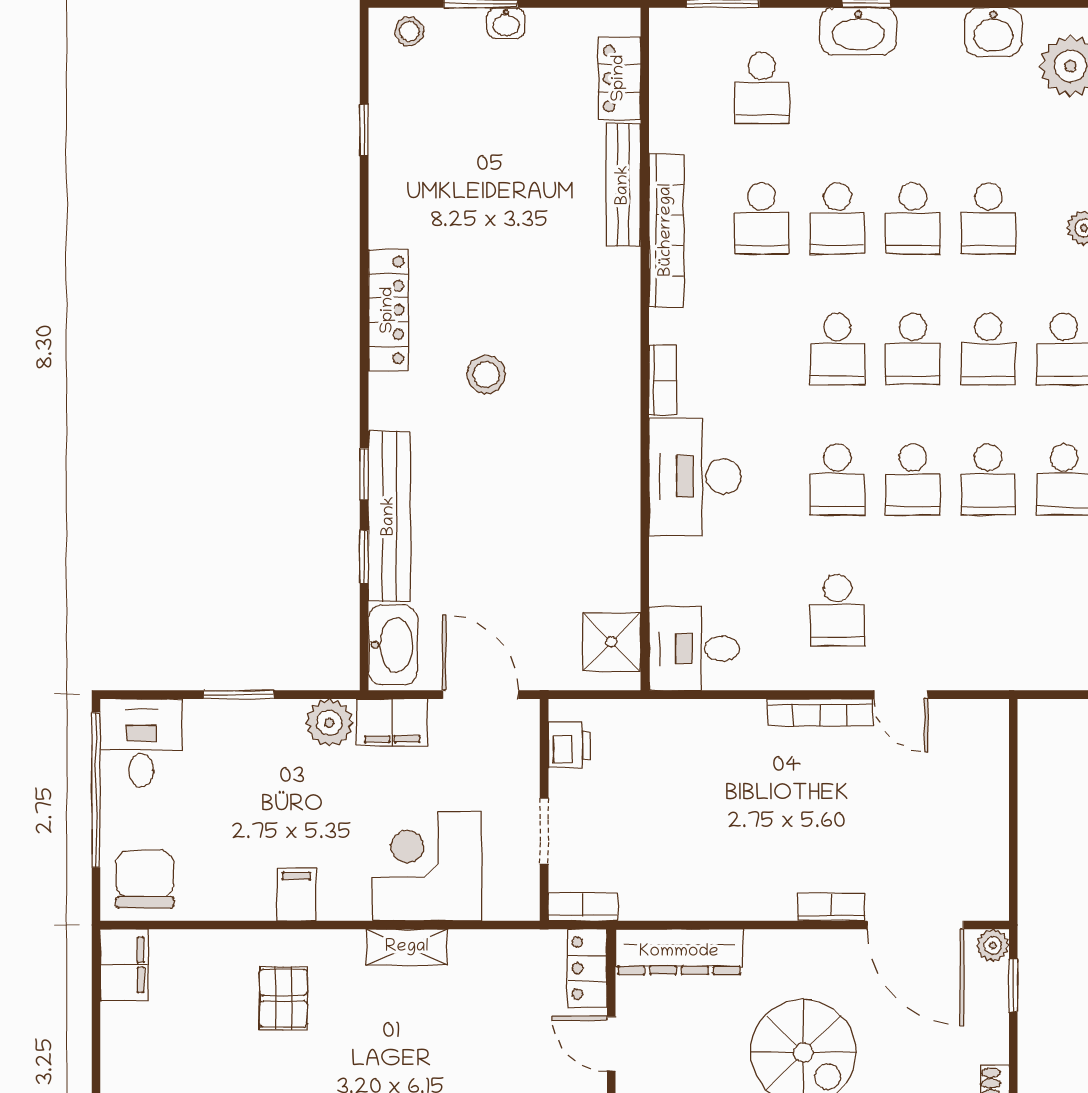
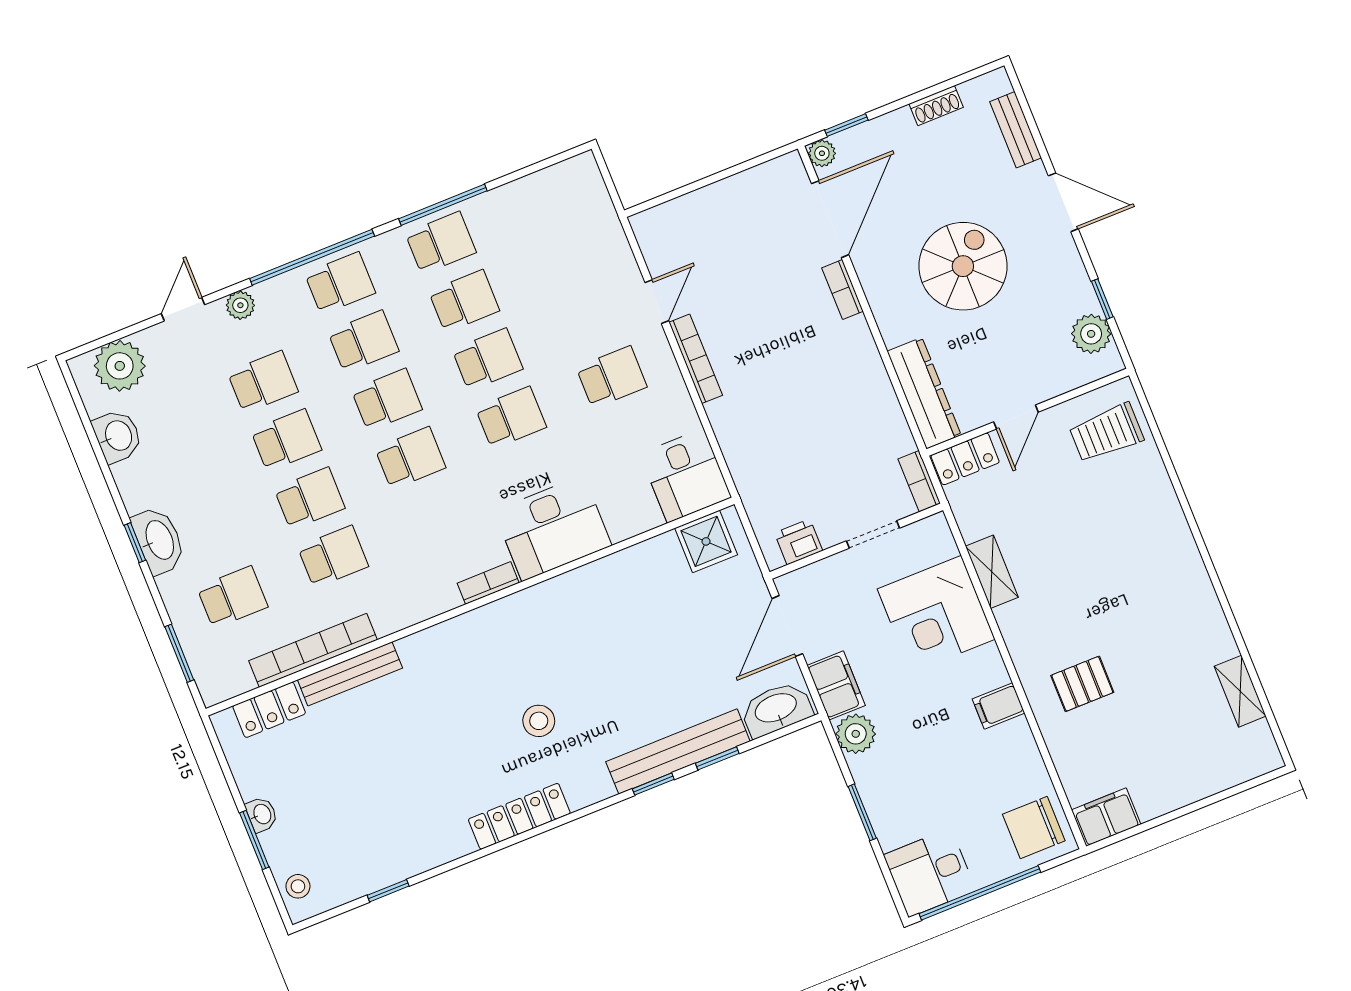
bookcase: (666, 230) -> (313, 650), moved
shelving: (407, 947) -> (992, 572), moved

